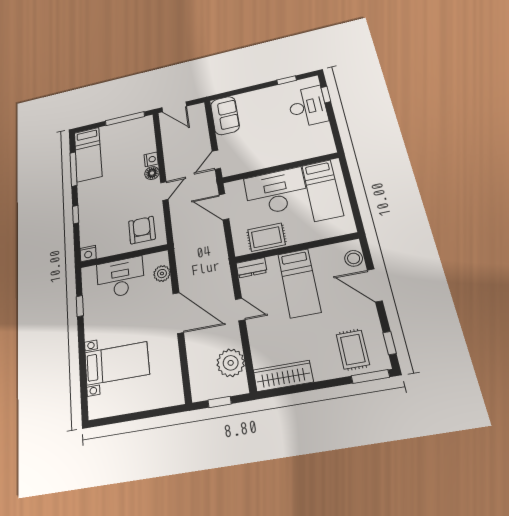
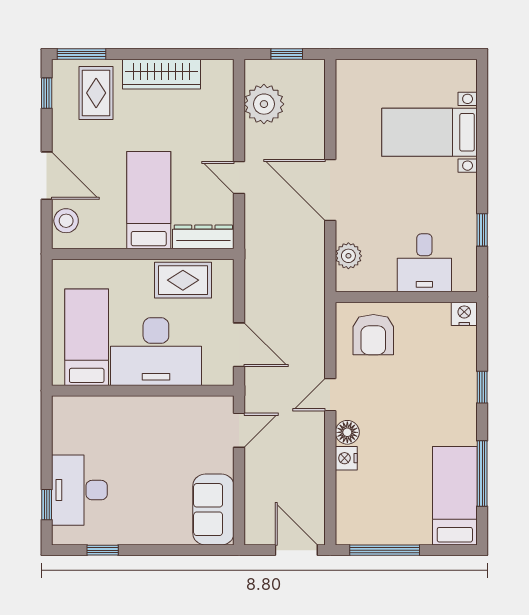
dresser: (252, 268) -> (203, 237), width x1.44
desk: (120, 278) -> (424, 263), width x0.73
wardrobe: (283, 376) -> (162, 74), moved

